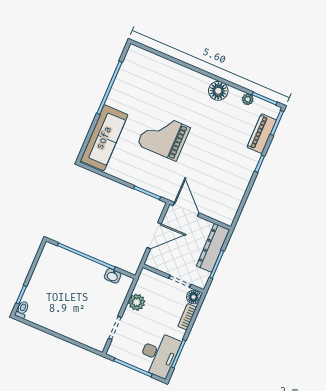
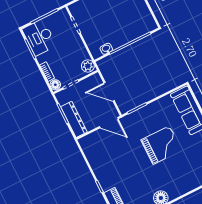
door: (154, 236) -> (109, 92), hinge flipped
plant: (137, 302) -> (88, 66), moved

